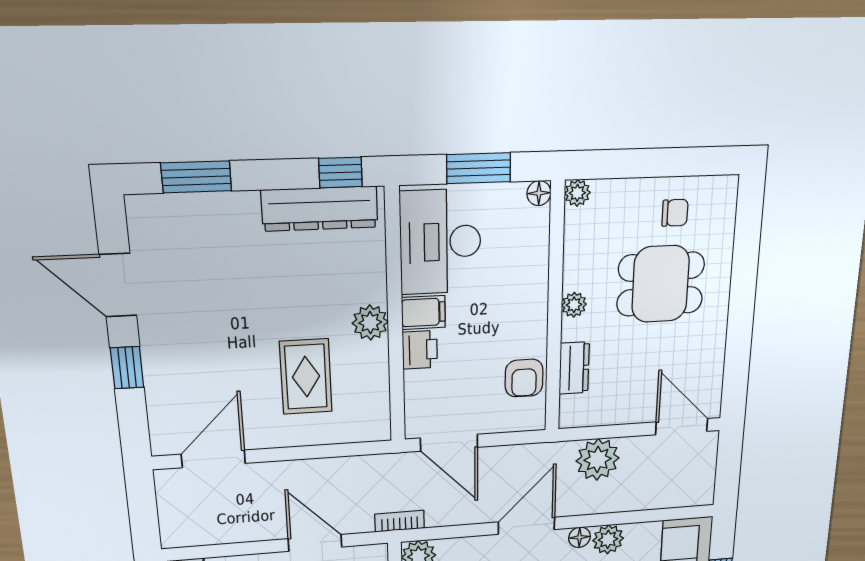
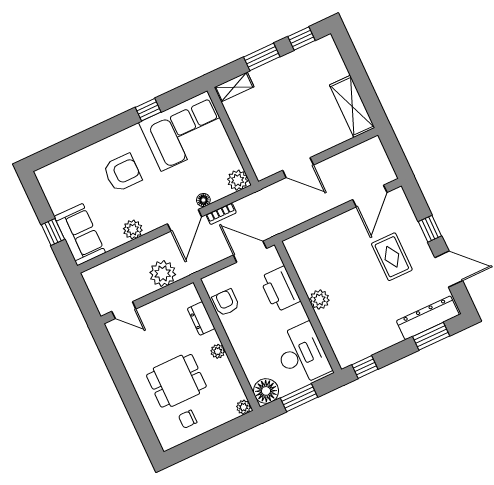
floor lamp: (539, 193) -> (266, 391), width x1.89, depth x1.89
dresser: (320, 209) -> (428, 318), moved
filing cabinet: (423, 312) -> (295, 316), removed
printer: (420, 350) -> (280, 289), width x1.87, depth x1.48
rug: (306, 377) -> (392, 257), moved
door: (682, 427) -> (124, 310), width x0.73
bookcase: (400, 521) -> (221, 214), moved
floor lamp: (579, 537) -> (203, 200), moved

